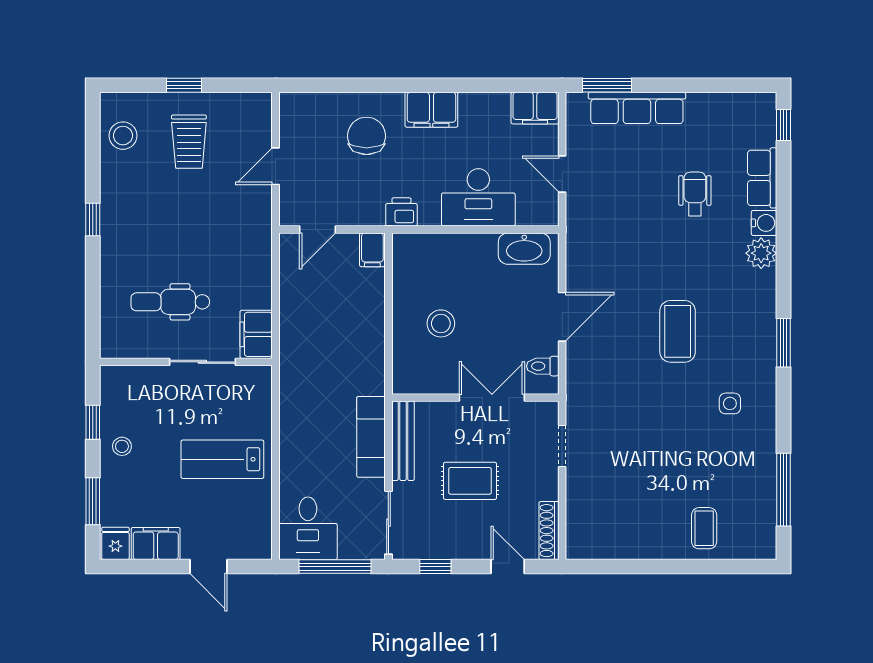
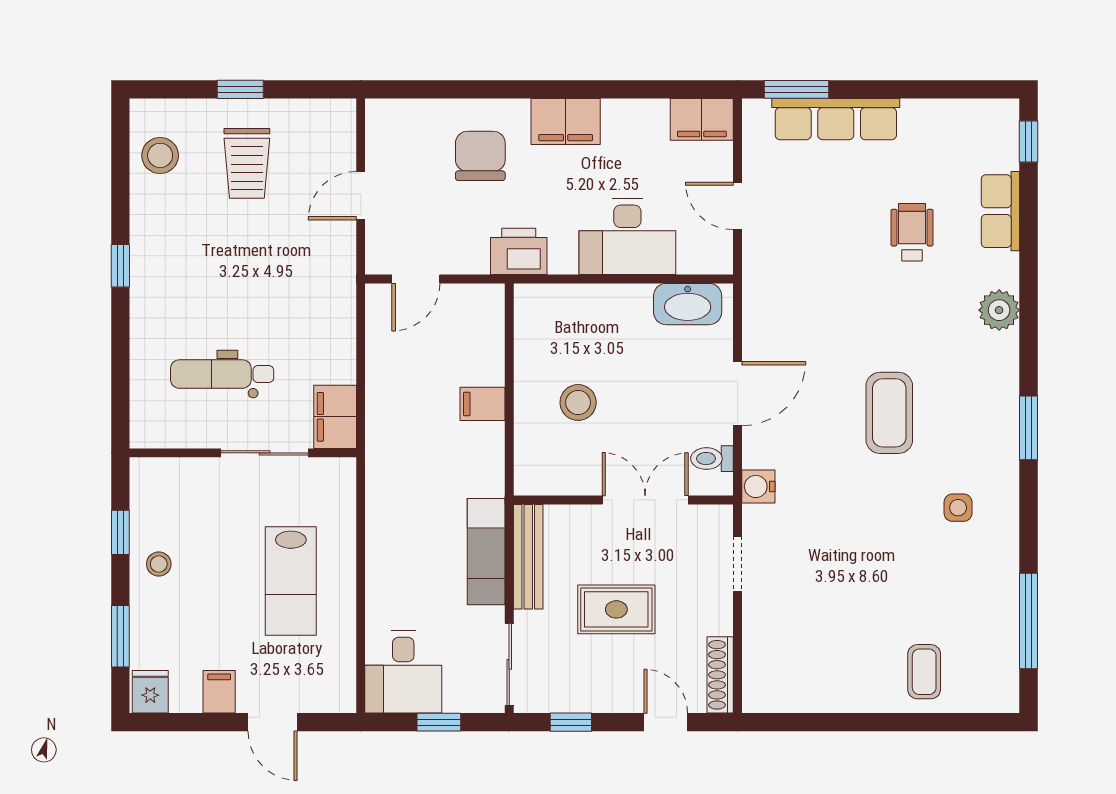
printer: (401, 212) -> (519, 251), width x1.36, depth x1.24
water cooler: (764, 223) -> (758, 486), moved, turned 180
filing cabinet: (372, 250) -> (483, 404), moved, turned 90
lab bench: (222, 459) -> (291, 581), turned -90
filing cabinet: (156, 543) -> (219, 692), width x0.50
window: (335, 567) -> (439, 722), width x0.46

